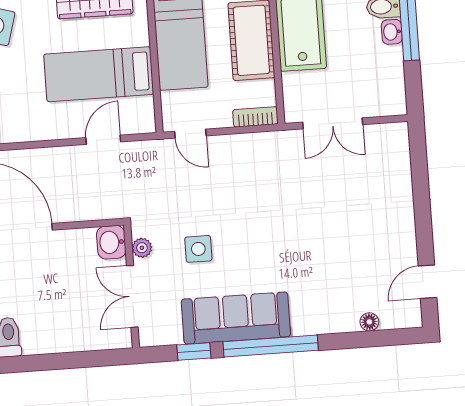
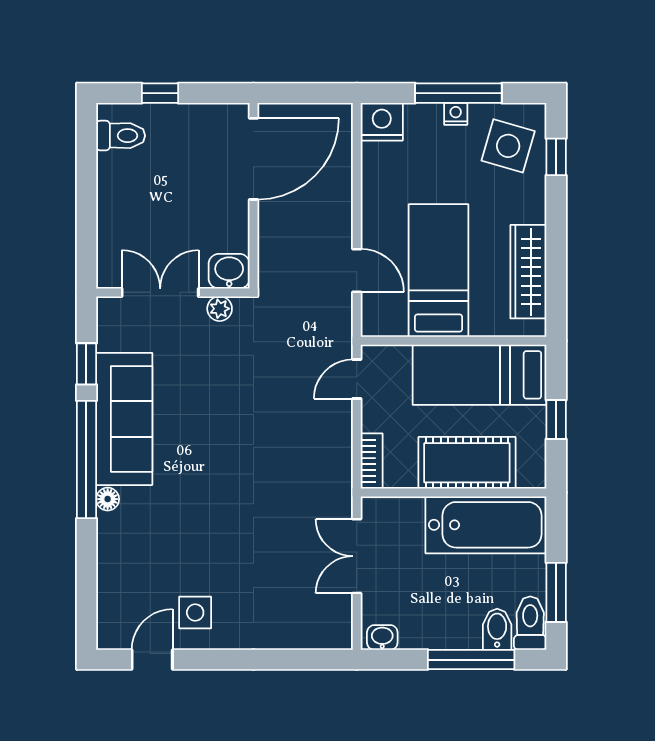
washbasin: (392, 32) -> (382, 637), moved
side table: (198, 249) -> (195, 613), moved
door: (427, 282) -> (152, 660), hinge flipped
floor lamp: (369, 322) -> (108, 499), moved

